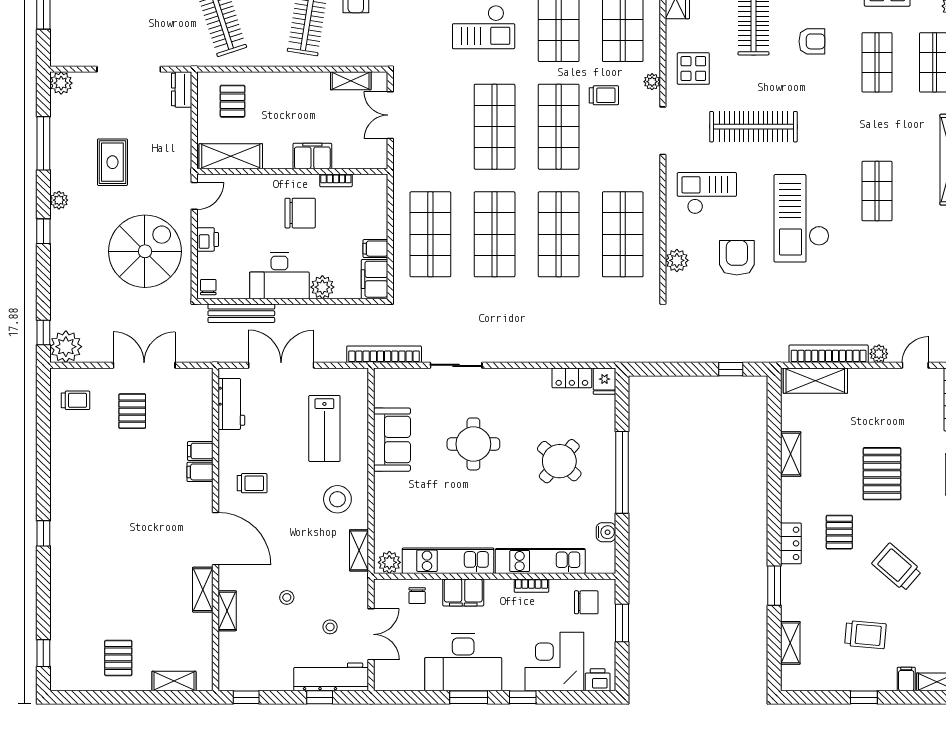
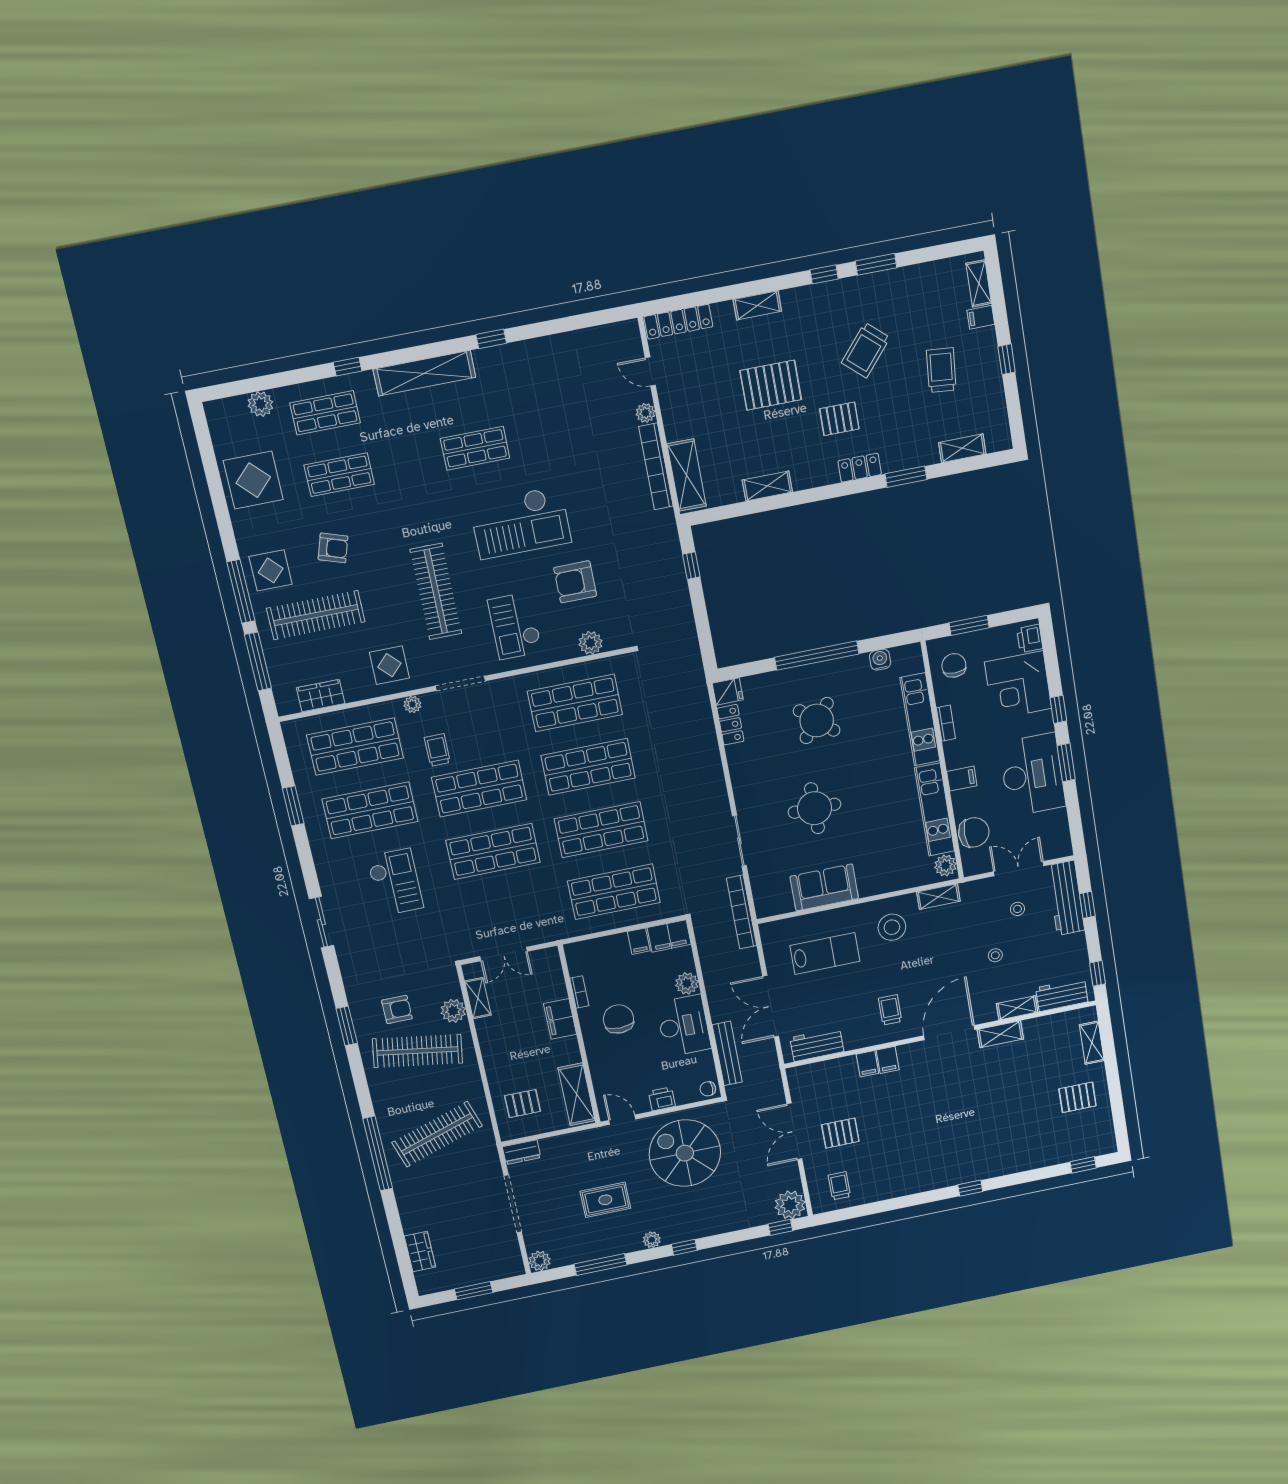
armchair: (812, 41) -> (333, 548), turned 108
plant: (343, 54) -> (453, 1011), added
filing cabinet: (463, 592) -> (962, 779), width x0.50
chair: (417, 596) -> (974, 832), width x1.87, depth x1.87
workbench: (231, 658) -> (1062, 995), added

